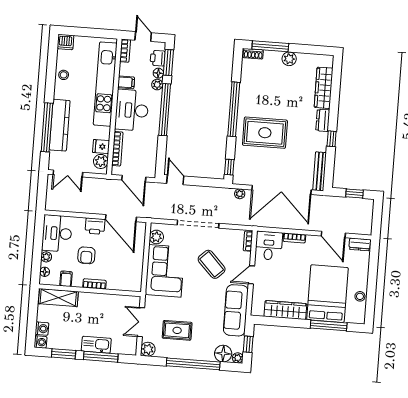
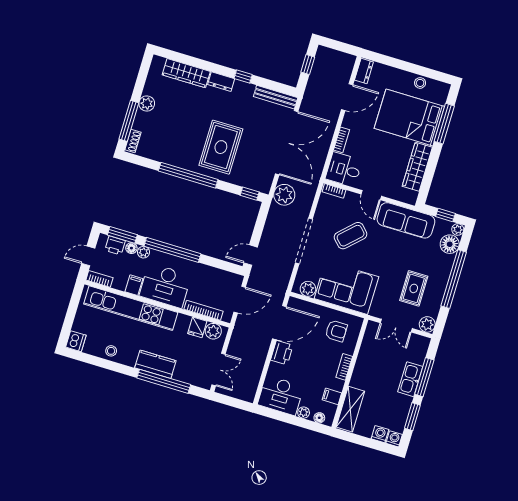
kitchen counter: (60, 125) -> (155, 364), width x0.67
plant: (240, 194) -> (284, 195), width x1.88, depth x1.88
armchair: (86, 255) -> (336, 331), moved

